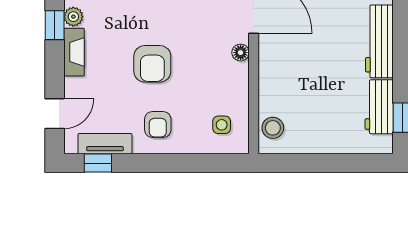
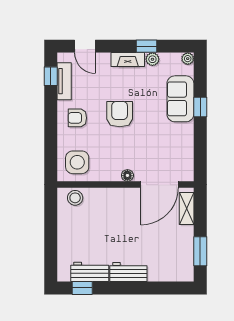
workbench: (379, 41) -> (128, 272), width x0.73
armchair: (152, 64) -> (120, 114), turned 90
side table: (222, 125) -> (77, 162), width x1.87, depth x1.87

